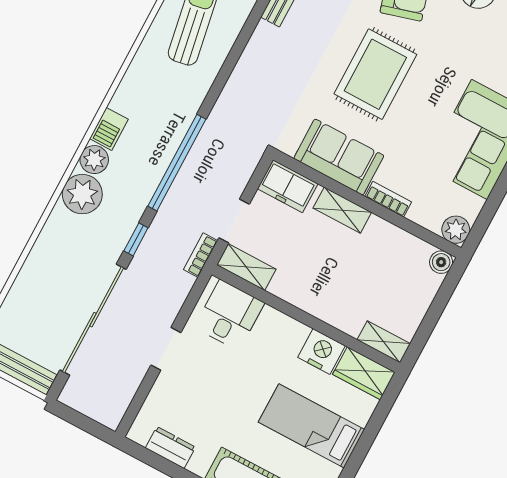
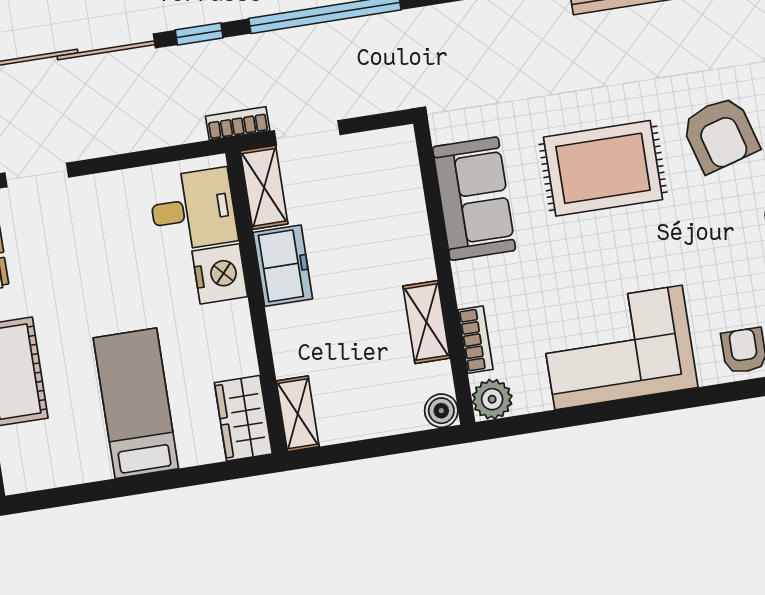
freezer: (288, 186) -> (283, 266), moved, turned 180
bookcase: (388, 199) -> (475, 340), moved
shelving: (342, 210) -> (426, 322), moved
doorway: (166, 349) -> (37, 175), moved
nightstand: (322, 351) -> (220, 274), moved

